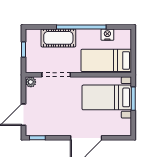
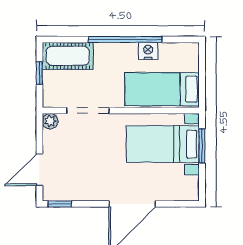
nightstand: (107, 35) -> (148, 51), moved
cot: (58, 38) -> (68, 56), moved

